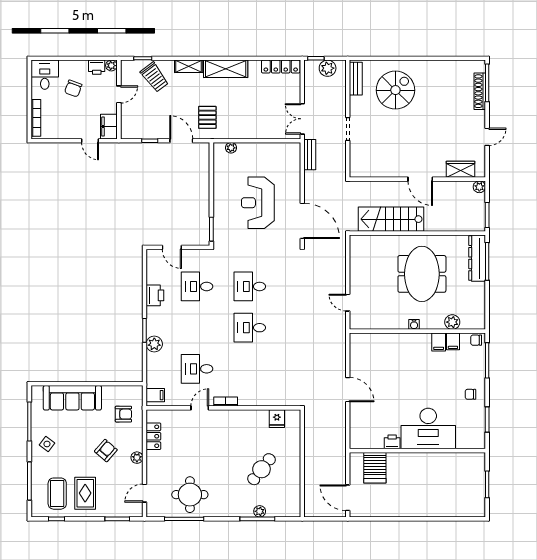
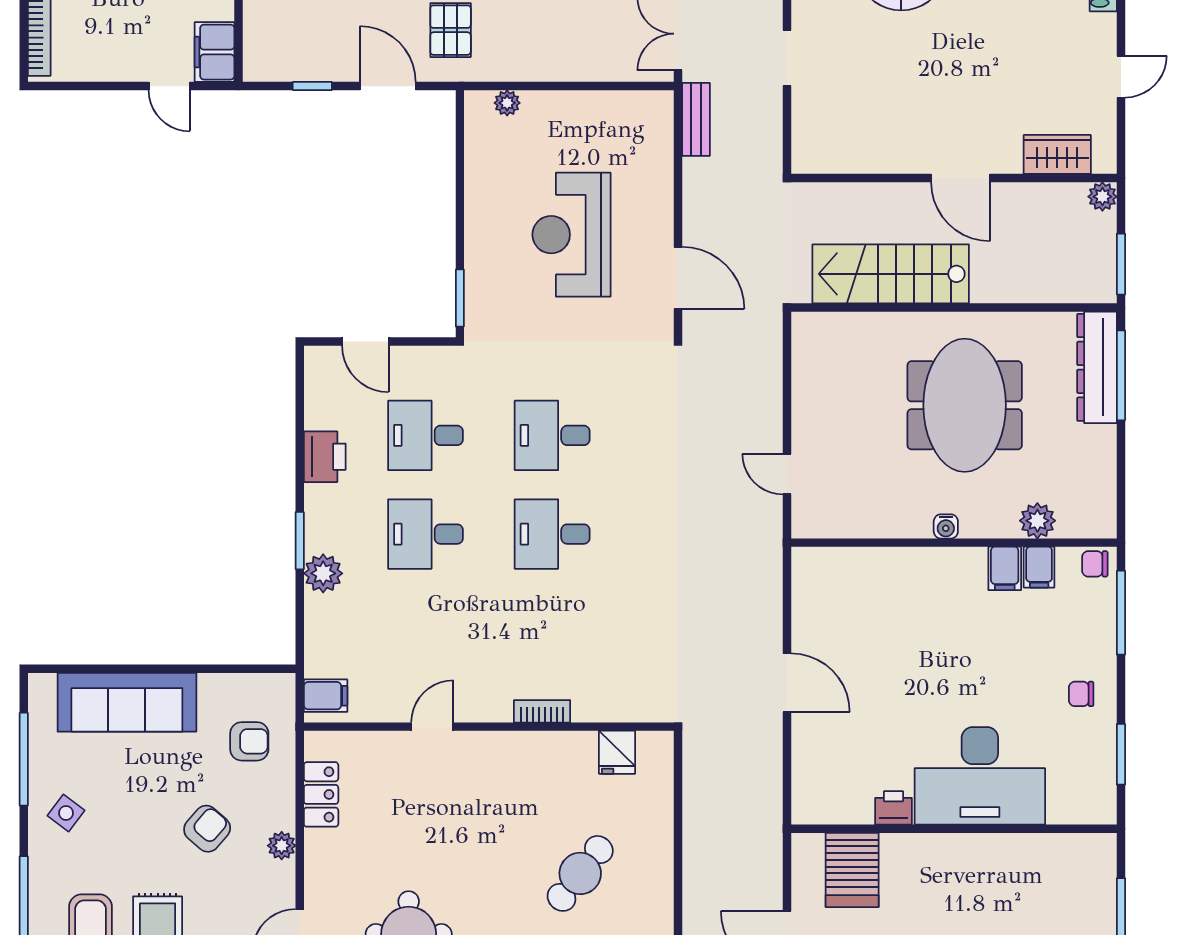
door: (302, 221) -> (678, 278), width x0.73
desk: (197, 369) -> (426, 534), moved
bookcase: (226, 402) -> (542, 711), moved

